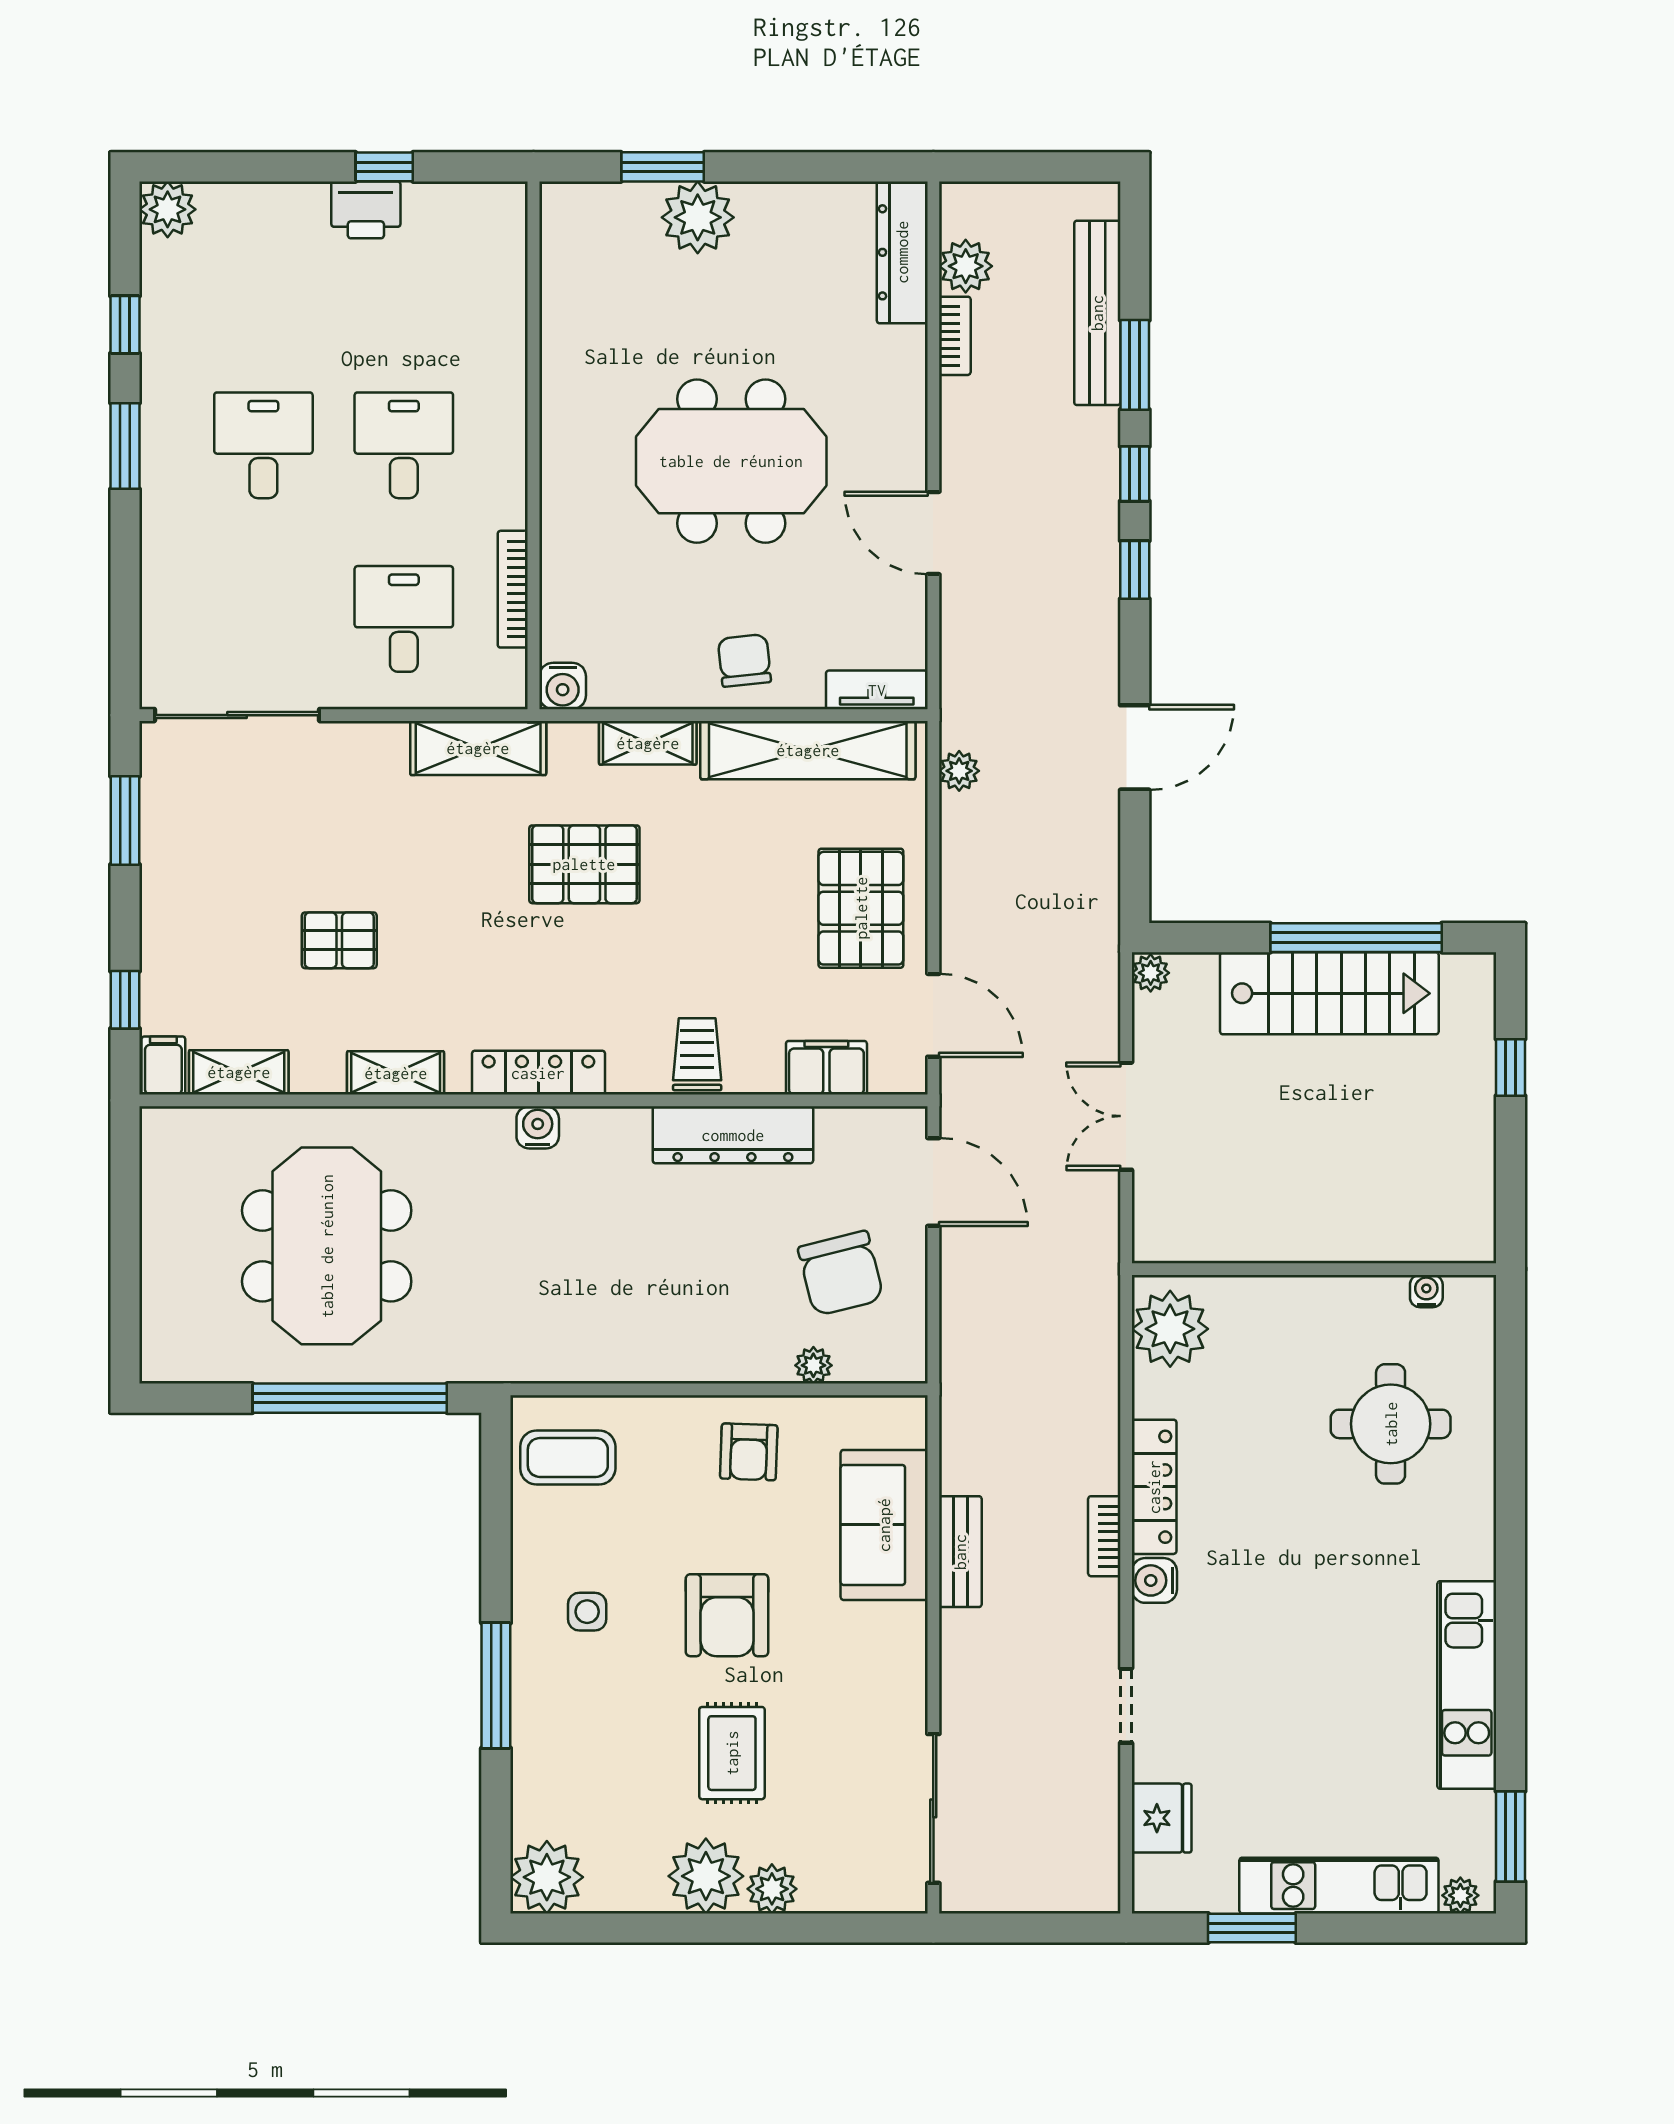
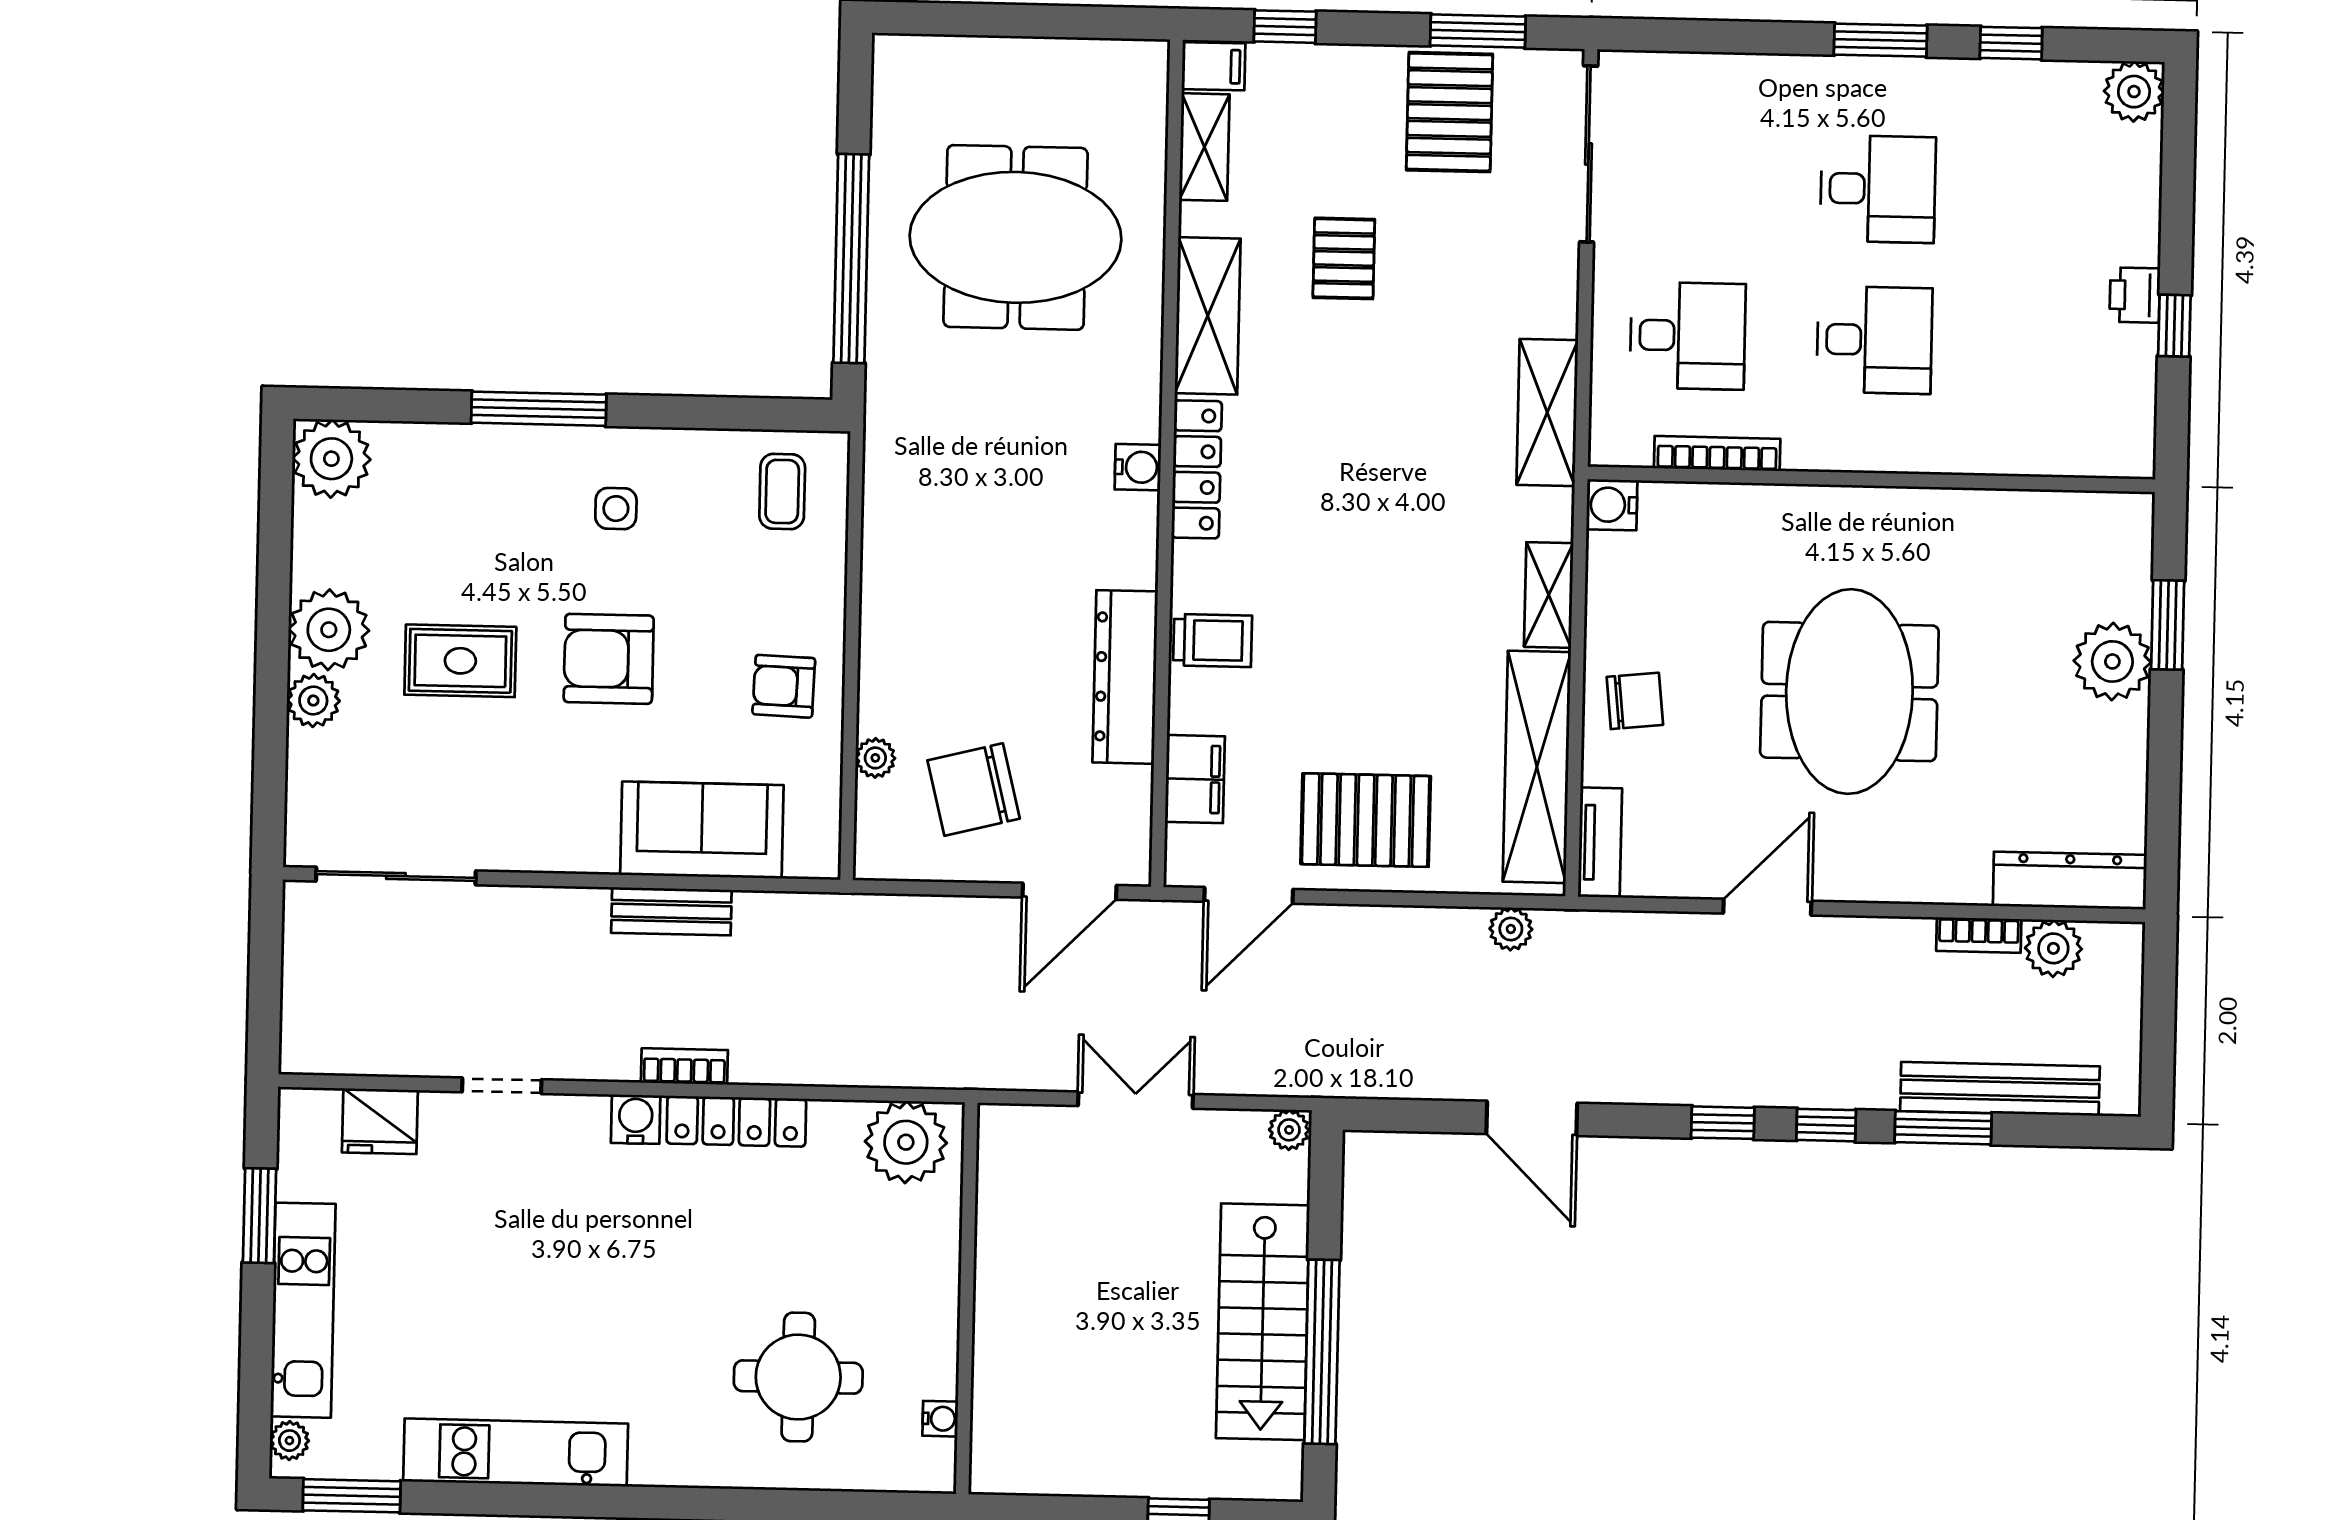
printer: (366, 210) -> (2135, 295), width x0.73, depth x0.81
pallet: (584, 864) -> (1449, 112), moved
shelving: (396, 1073) -> (1208, 316), width x1.50, depth x1.33
coffee table: (568, 1457) -> (782, 491), width x0.73, depth x0.77

